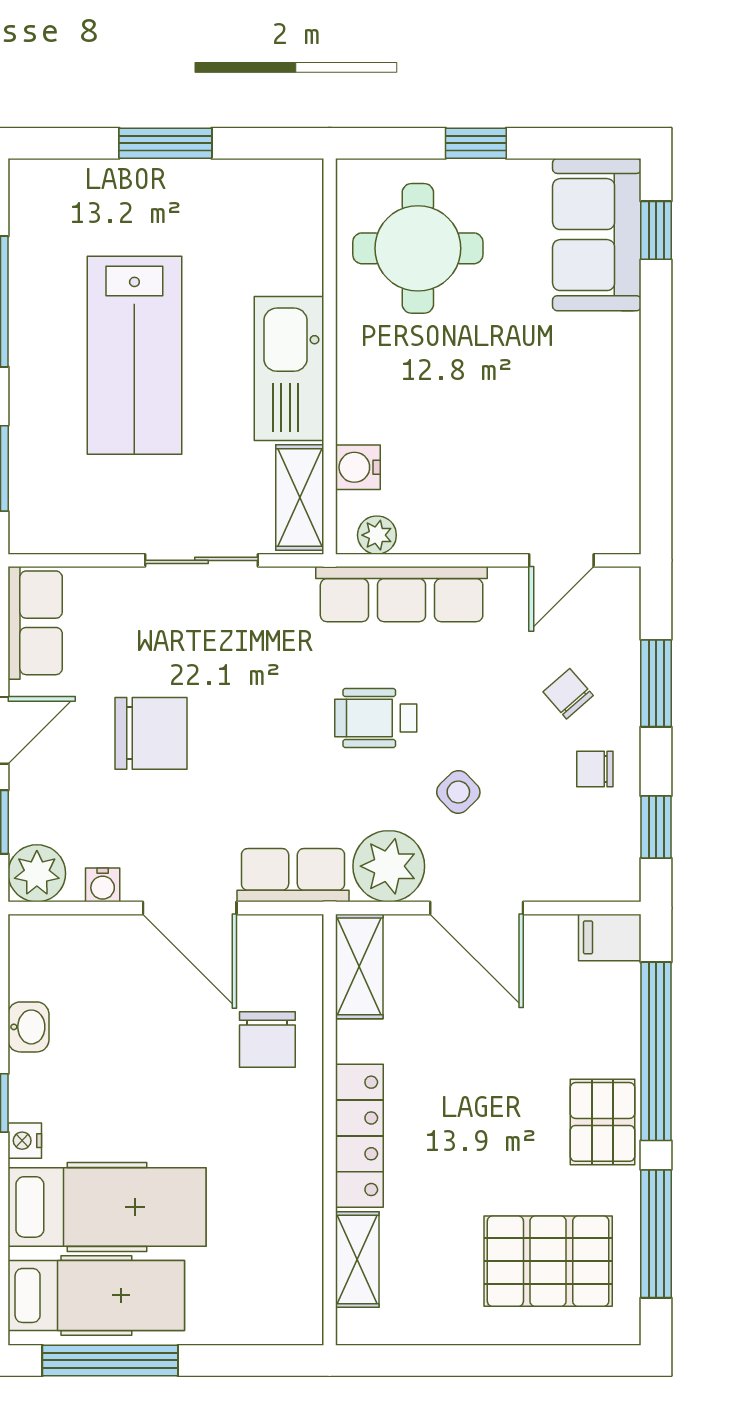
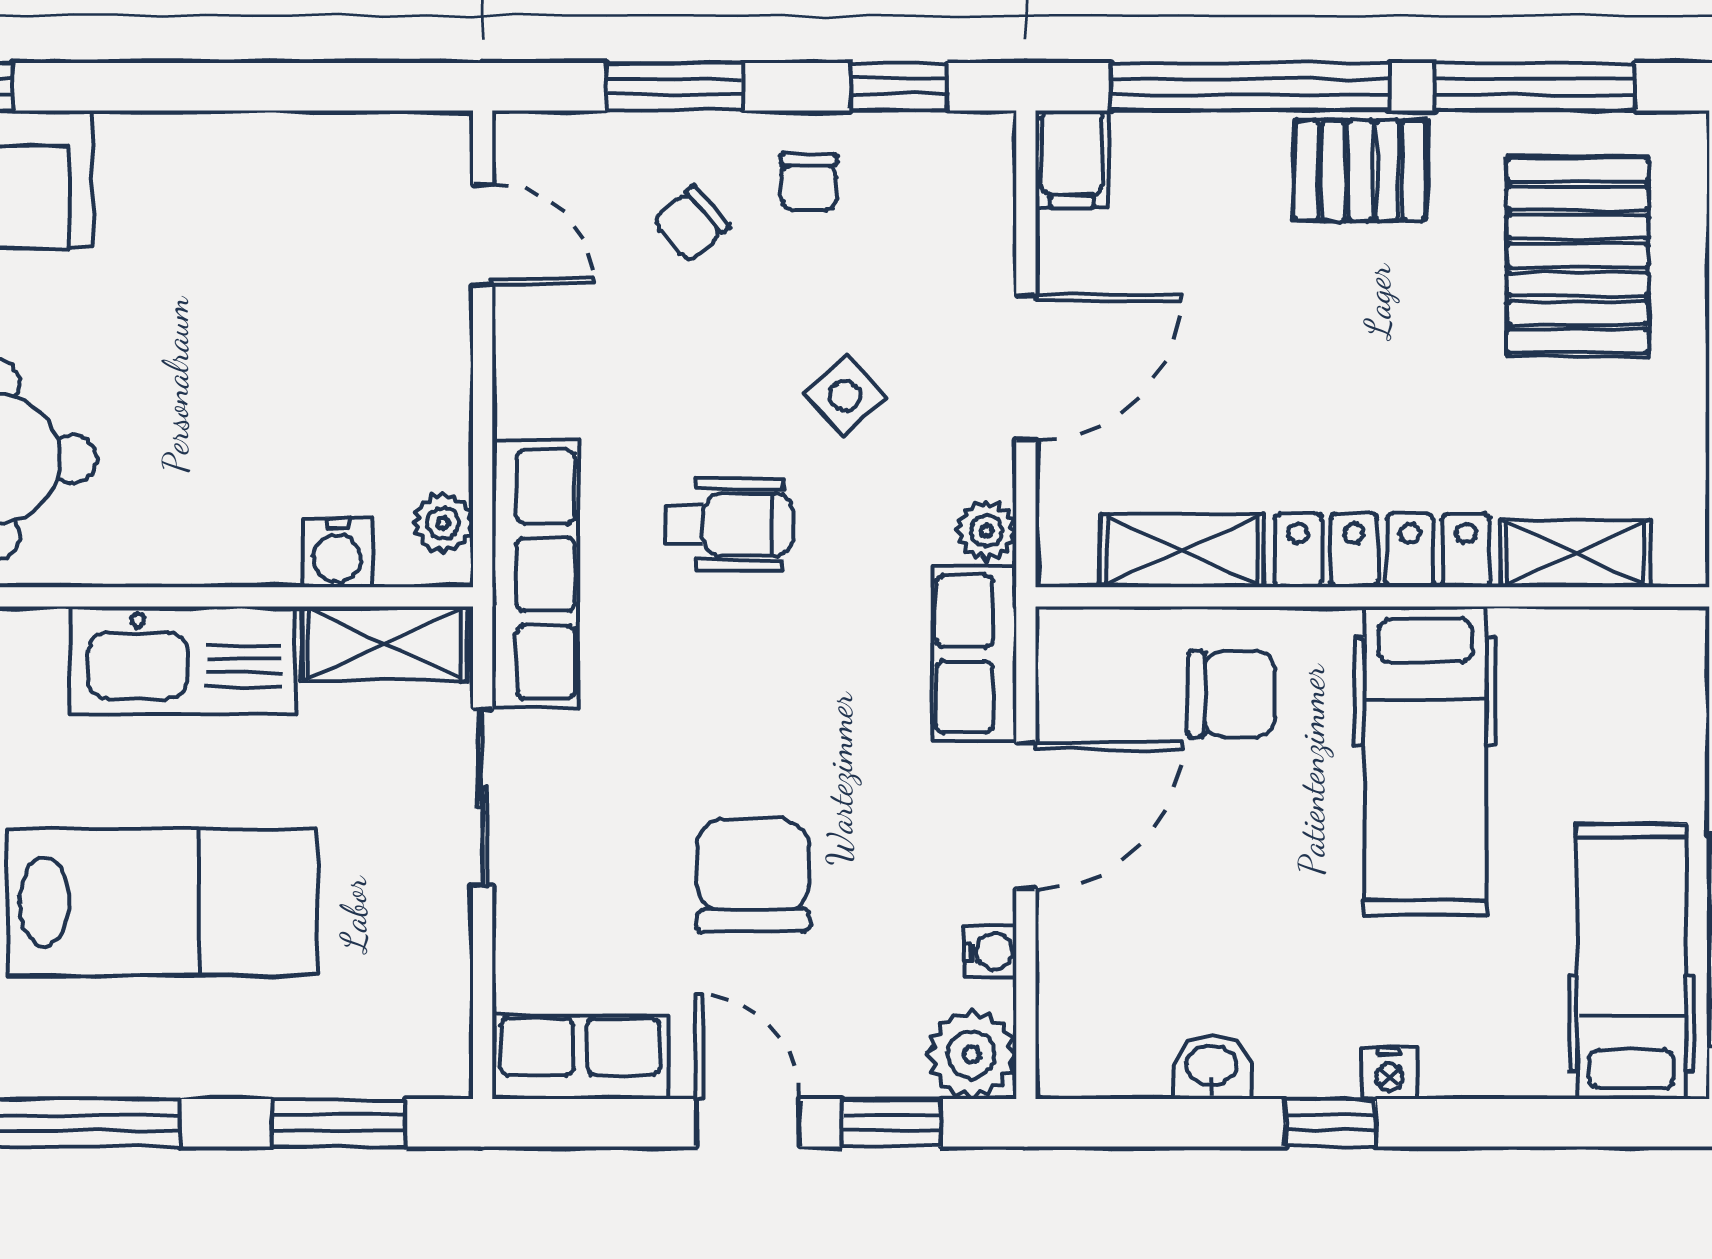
row of seats: (402, 594) -> (535, 574), moved
wheelchair: (376, 718) -> (729, 525), turned -90
plant: (389, 866) -> (987, 530), width x0.53, depth x0.53
shelving: (359, 966) -> (1182, 551), moved
hospital bed: (107, 1207) -> (1426, 761), moved, turned 180

